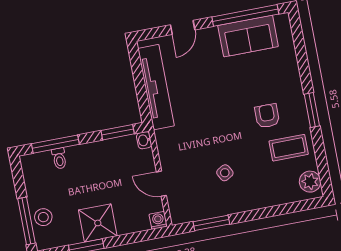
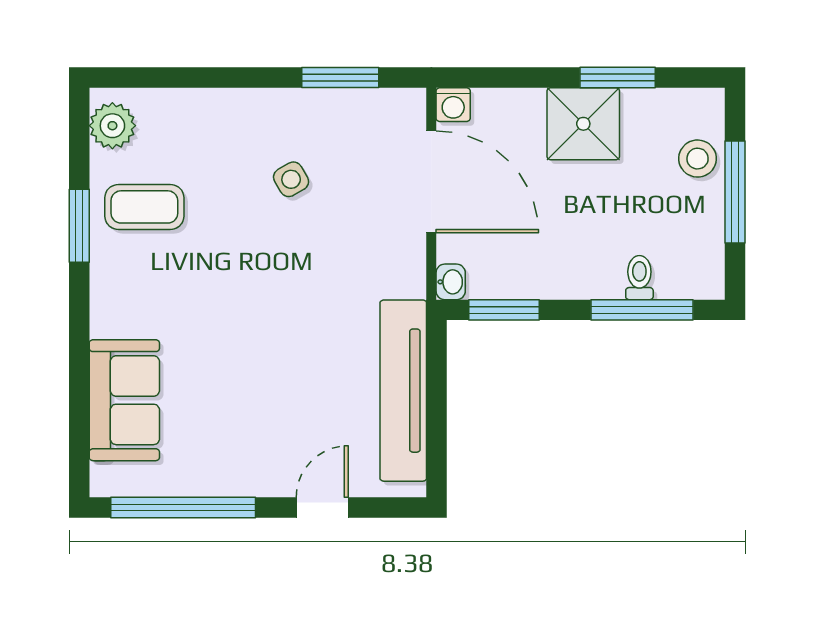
sofa: (248, 36) -> (124, 400), moved, turned 90
window: (312, 110) -> (79, 226), moved
armchair: (267, 116) -> (177, 284), removed
door: (161, 184) -> (431, 182), width x1.87
window: (26, 221) -> (735, 192), moved

